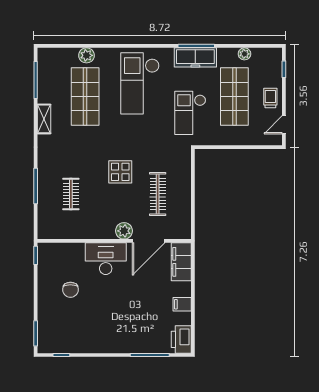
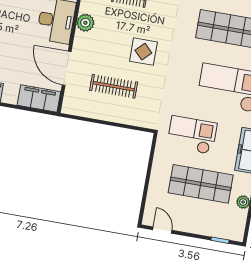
trolley: (270, 98) -> (193, 221), removed
plant: (124, 231) -> (85, 23), moved

